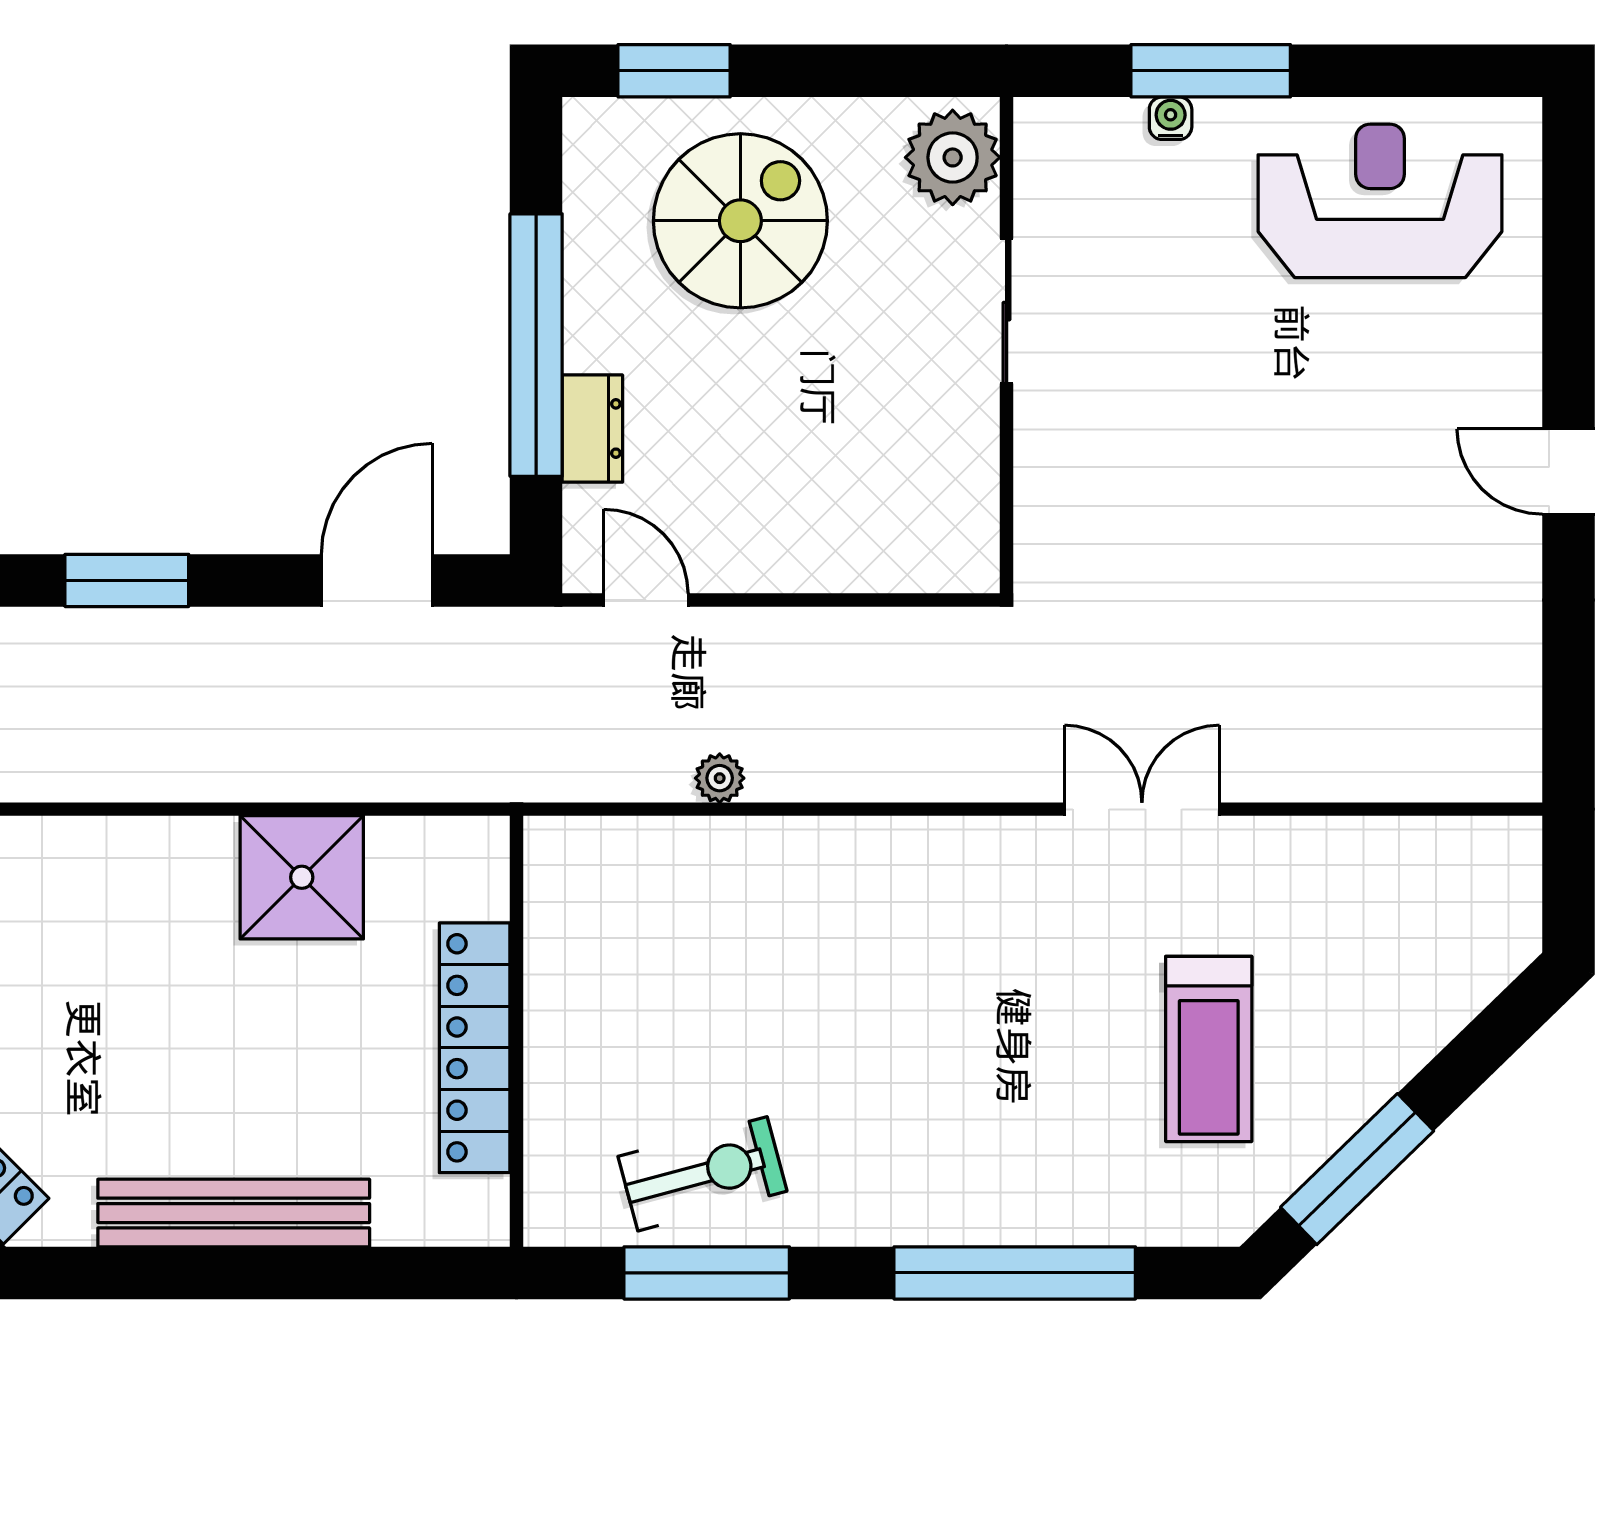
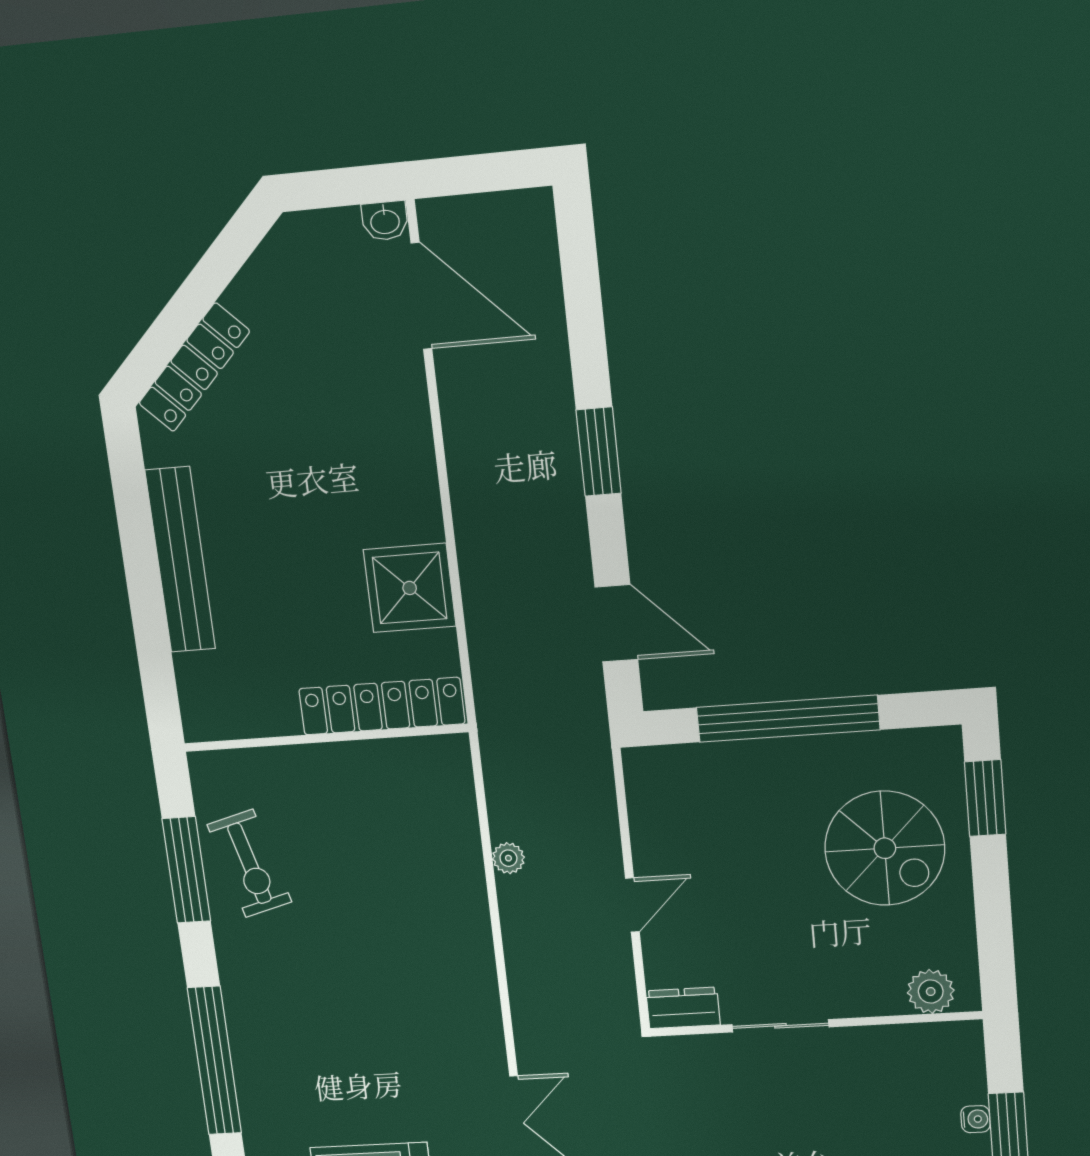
plant: (953, 157) -> (931, 992), width x0.73, depth x0.73
sliding door: (1007, 311) -> (780, 1026), moved
dresser: (592, 429) -> (683, 1008), moved, turned 180
door: (646, 600) -> (632, 905), moved
locker: (475, 1048) -> (382, 706), moved

